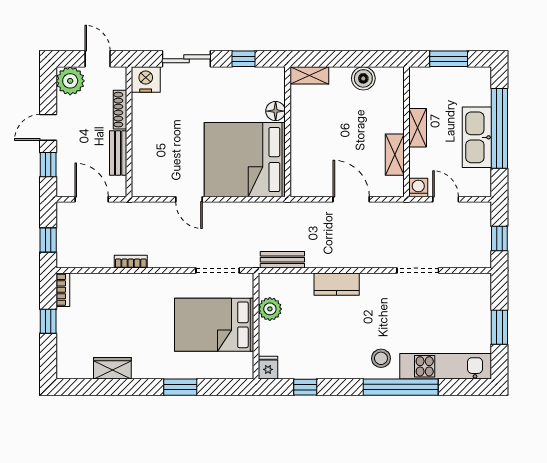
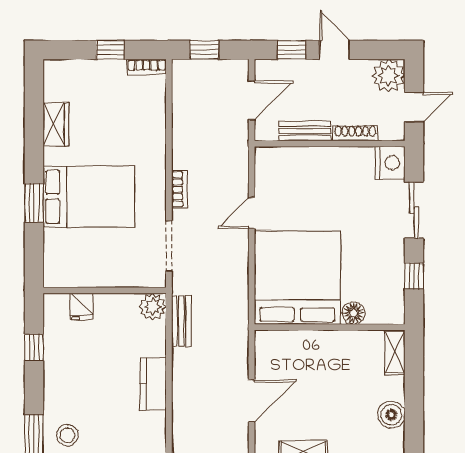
bookcase: (131, 262) -> (179, 189), moved
plant: (270, 309) -> (153, 307), moved
bed: (214, 325) -> (89, 197), moved, turned 90
fridge: (268, 368) -> (82, 307), moved, turned 90

